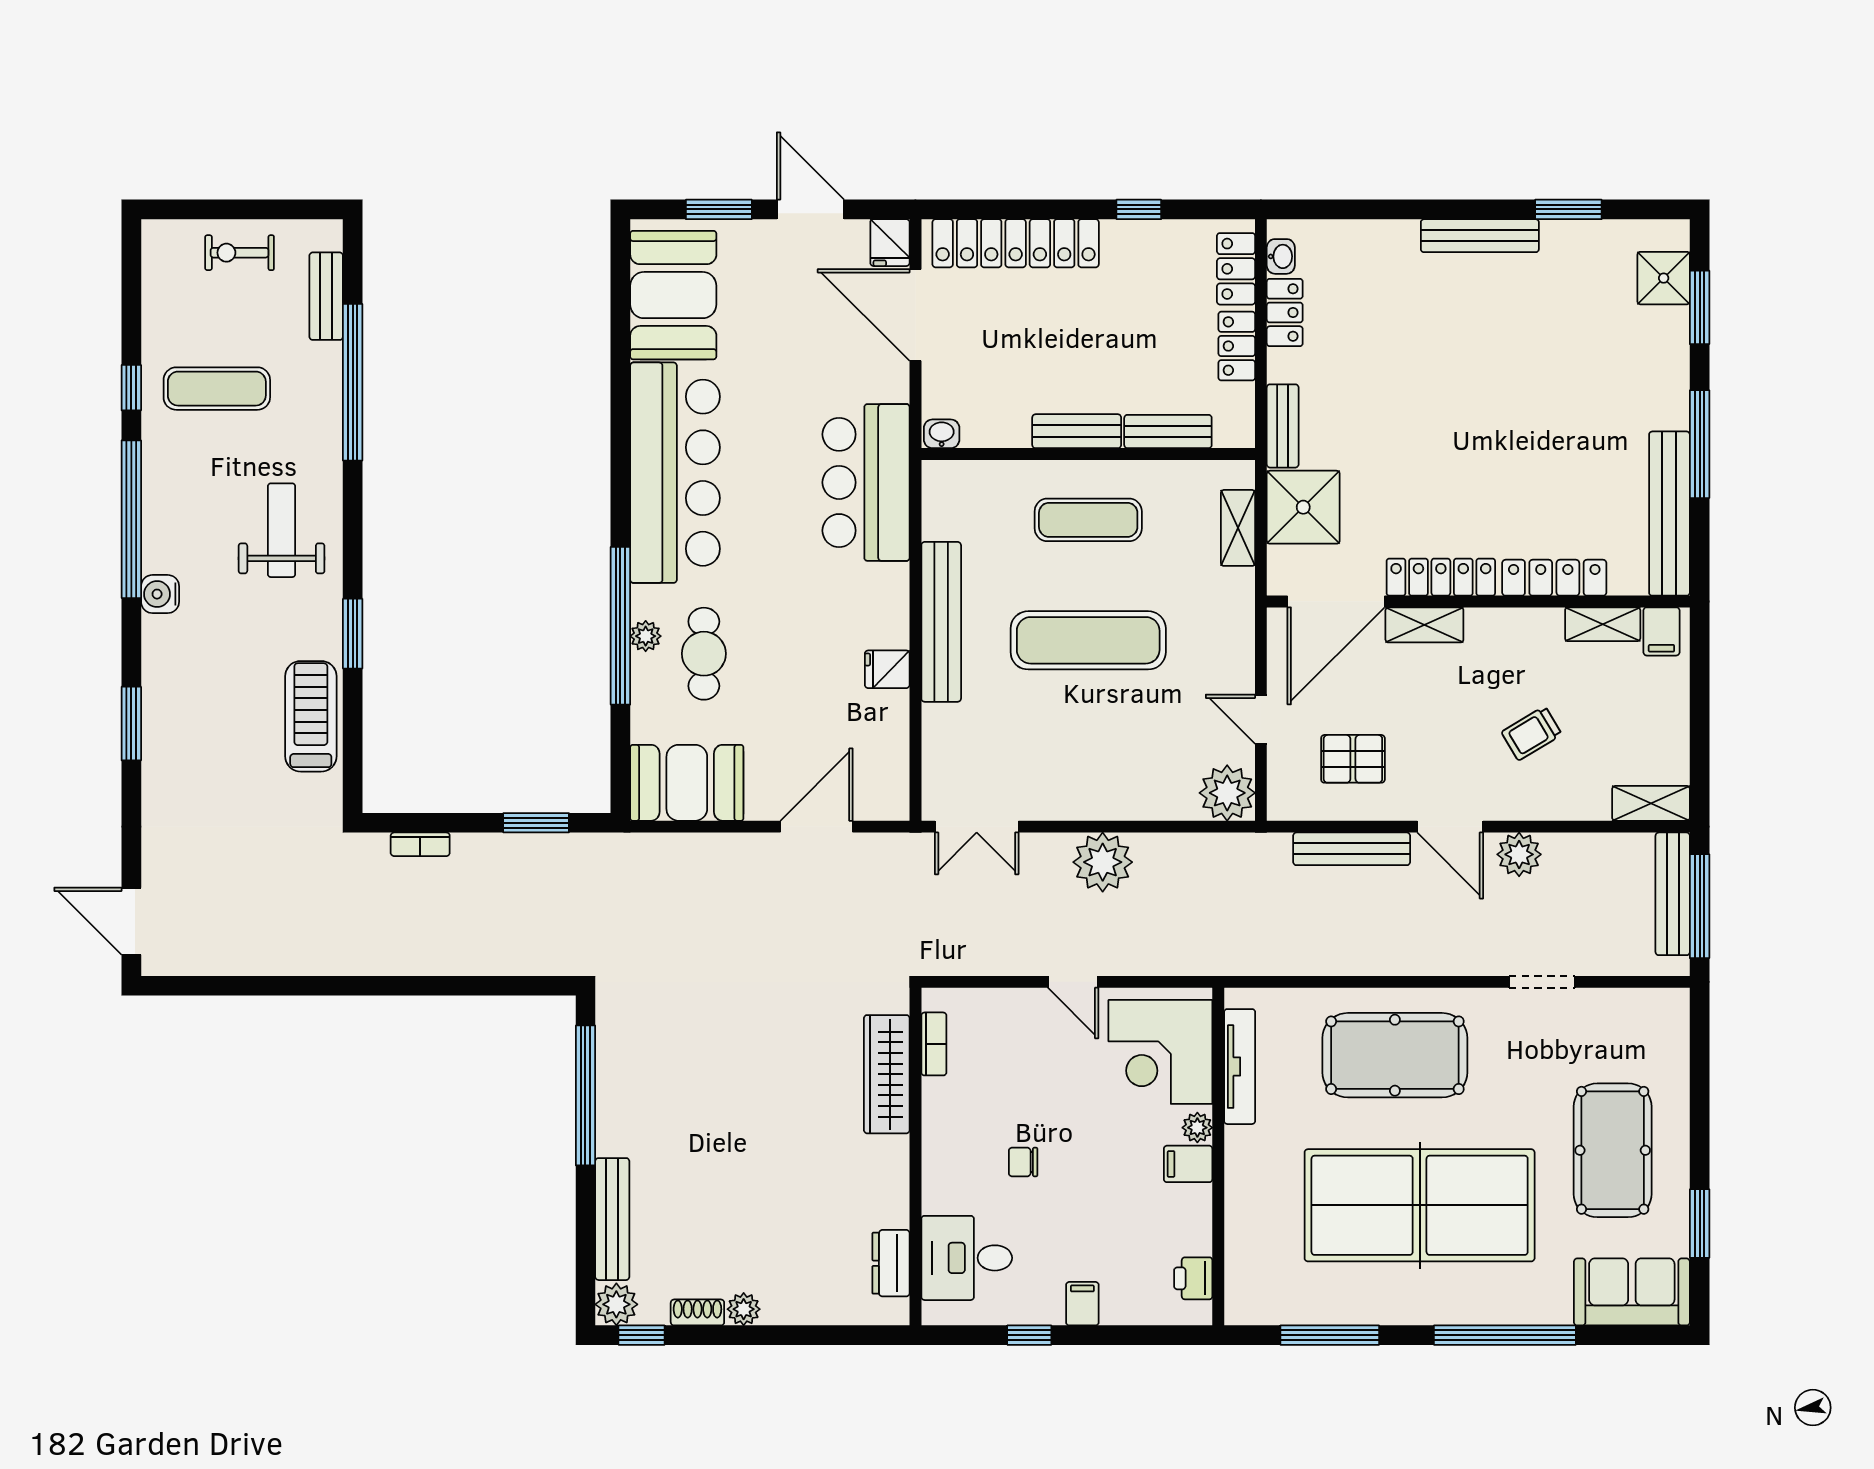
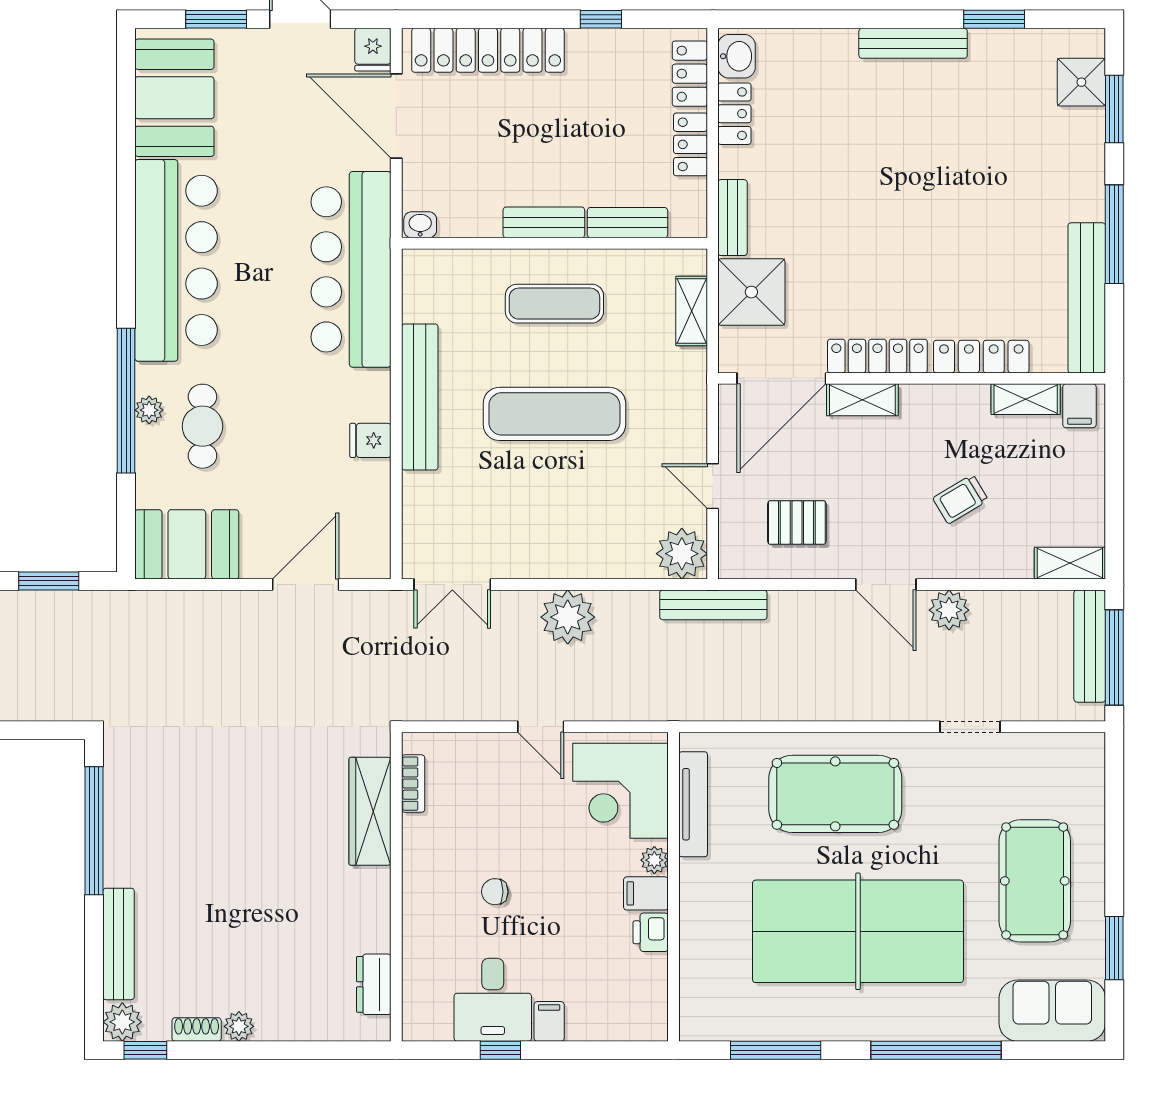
washbasin: (1281, 256) -> (737, 56), width x1.38, depth x1.45
bar counter: (866, 482) -> (351, 269), width x1.36
bench: (1352, 849) -> (713, 605), moved
desk: (967, 1258) -> (493, 1000), moved, turned -90
printer: (1193, 1278) -> (651, 932), moved

